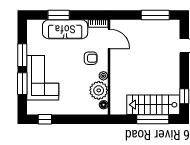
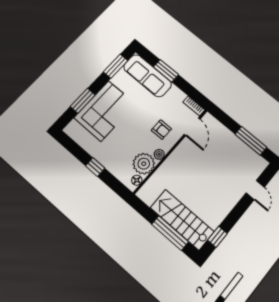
sofa: (65, 29) -> (147, 76), moved
window: (22, 55) -> (116, 66), moved
window: (45, 119) -> (95, 167), moved

